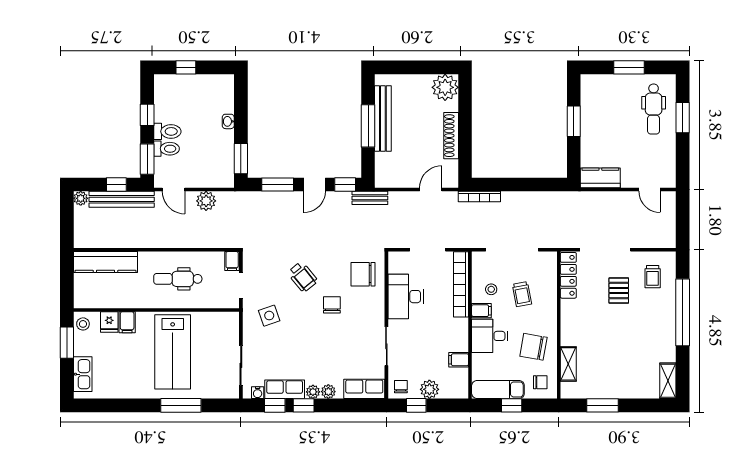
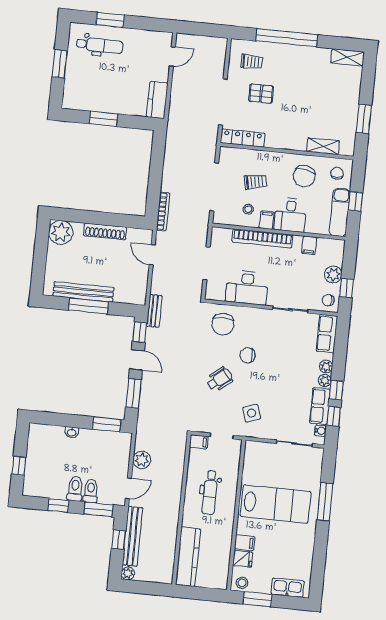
bookcase: (461, 284) -> (262, 238), moved

